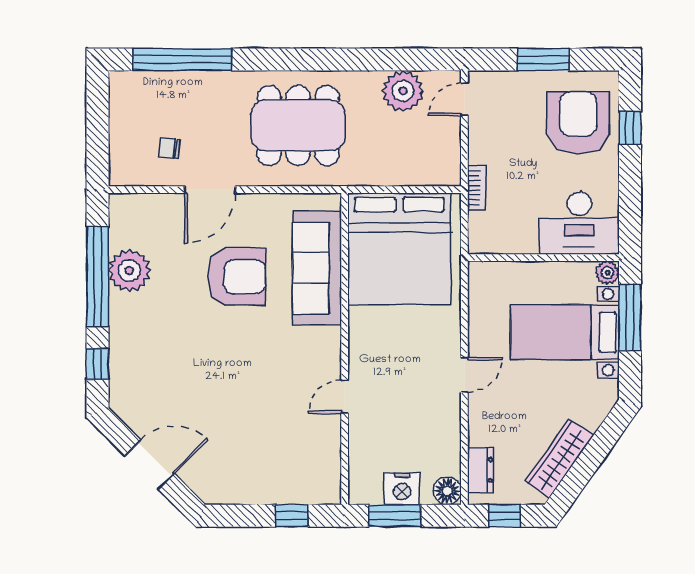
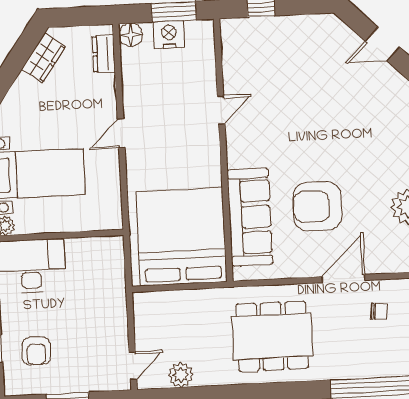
plant: (403, 91) -> (181, 375), width x0.73, depth x0.73
armchair: (578, 123) -> (36, 351), width x0.53, depth x0.53
bookcase: (477, 187) -> (119, 292), removed
wardrobe: (559, 459) -> (43, 58), width x0.67
door: (150, 465) -> (383, 44), width x0.73
window: (504, 516) -> (82, 16), removed

